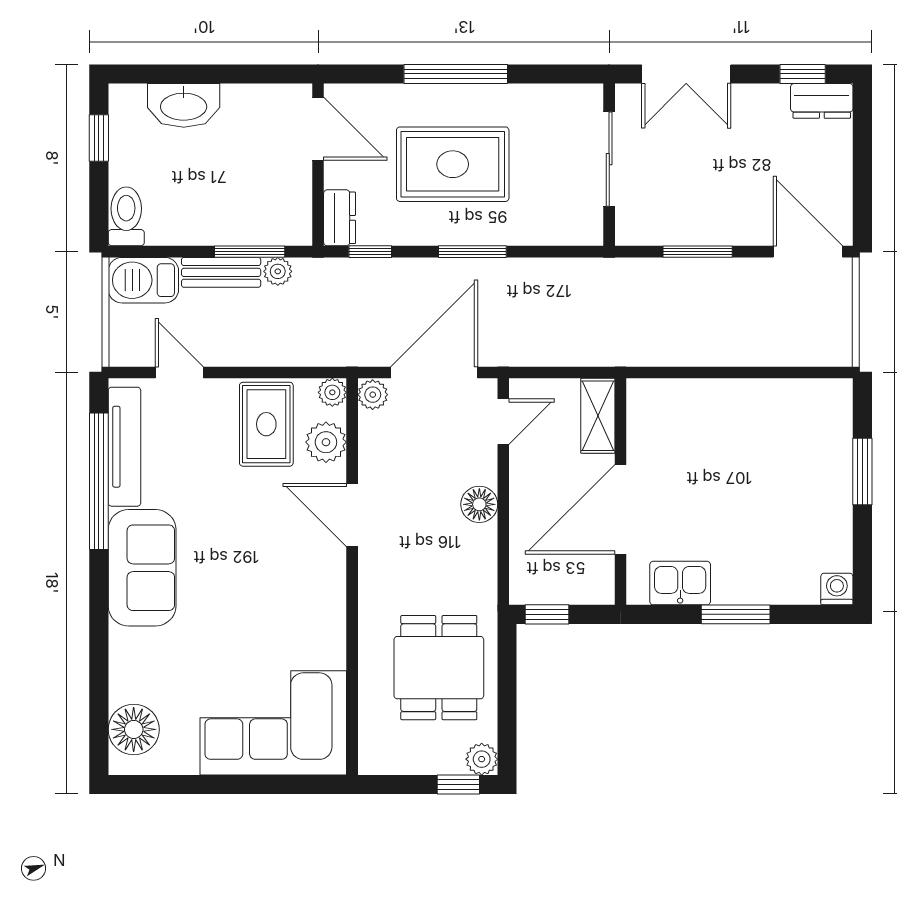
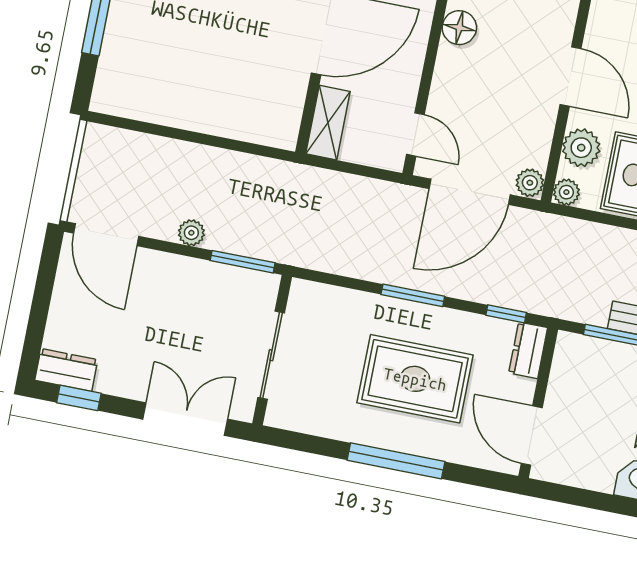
window: (698, 252) -> (243, 262), moved
plant: (278, 271) -> (191, 233), moved
door: (503, 422) -> (415, 134), swing flipped
floor lamp: (479, 504) -> (459, 28), moved

